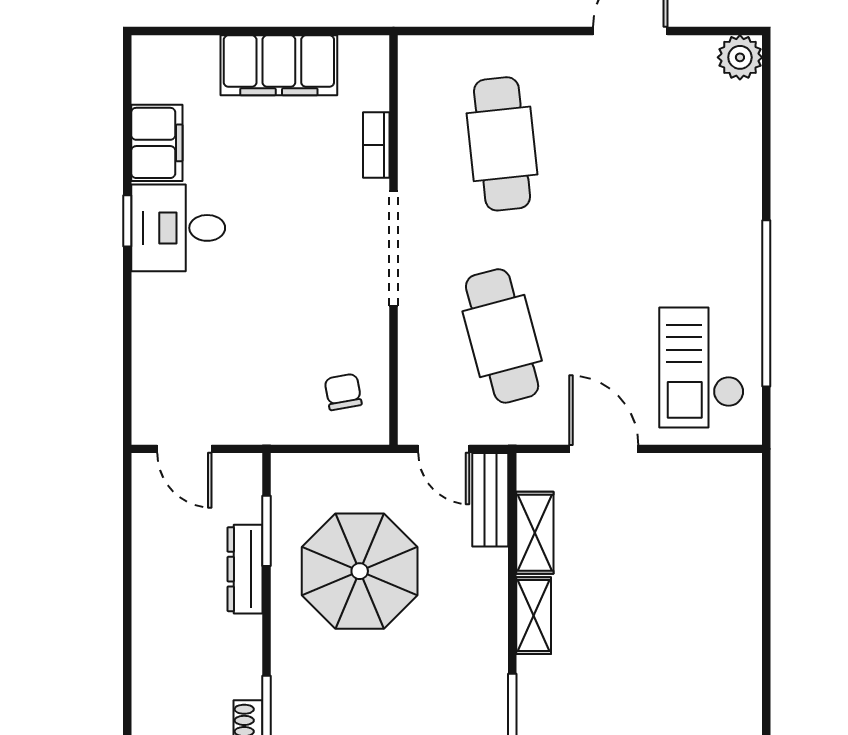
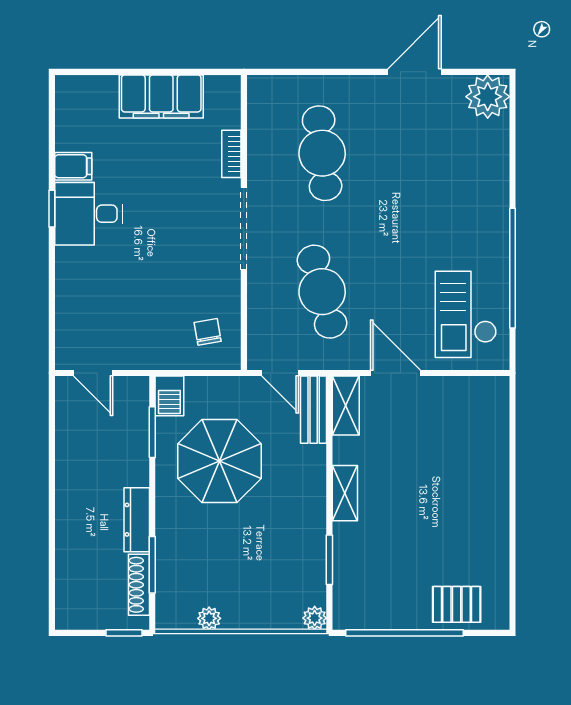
plant: (740, 57) -> (488, 97), width x1.36, depth x1.36
filing cabinet: (157, 143) -> (73, 166), width x0.50
barbecue: (290, 481) -> (169, 396), added
shelving: (535, 533) -> (346, 406), moved
dresser: (245, 569) -> (137, 520), moved

